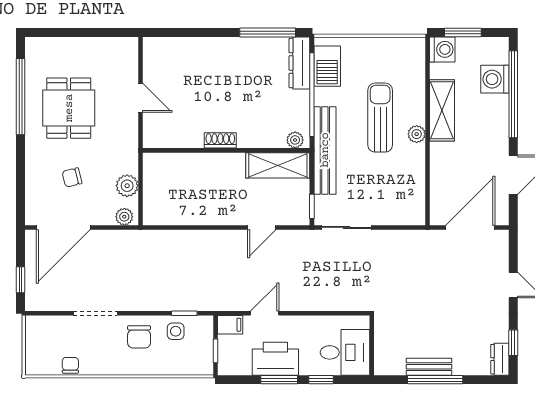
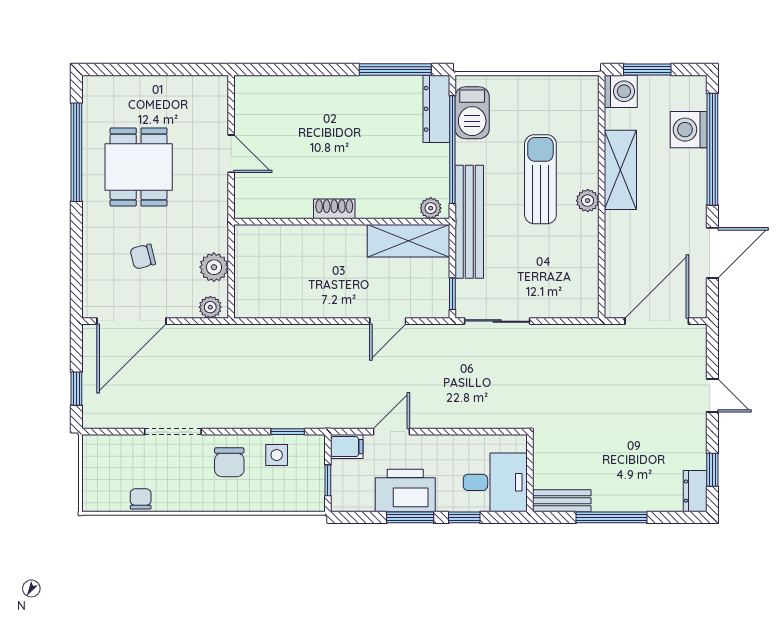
bench: (429, 367) -> (562, 501), moved

